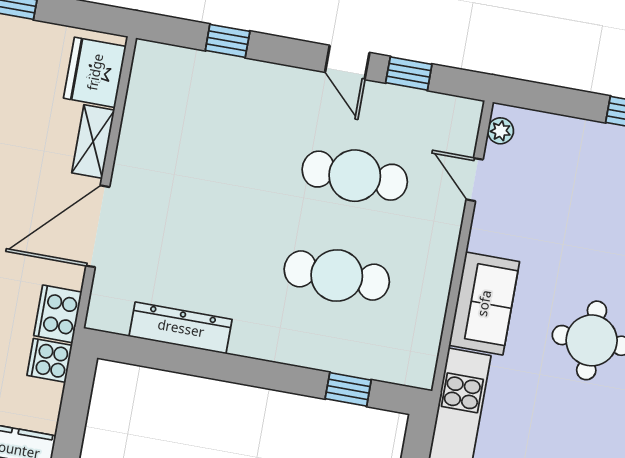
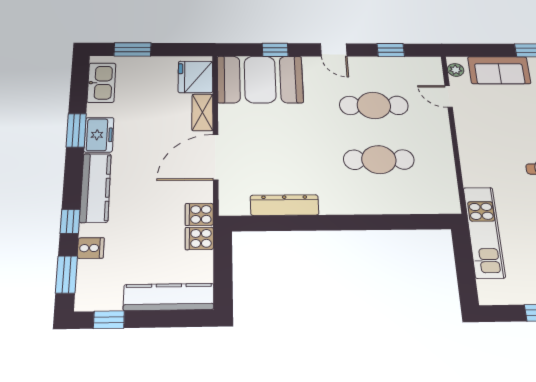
door: (347, 62) -> (334, 50), moved
booth: (192, 95) -> (260, 79), added
sofa: (484, 303) -> (499, 70), moved, turned 90
cooker: (58, 314) -> (199, 214), width x0.73
window: (348, 389) -> (406, 222), removed

